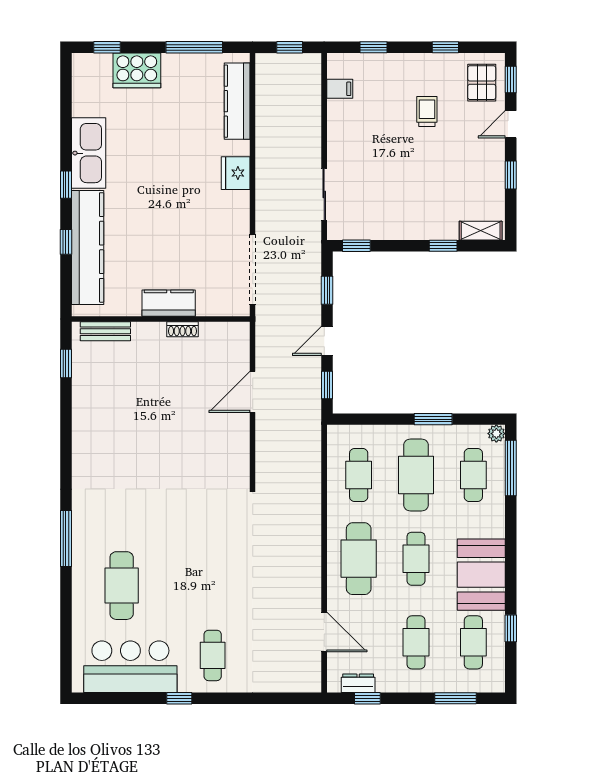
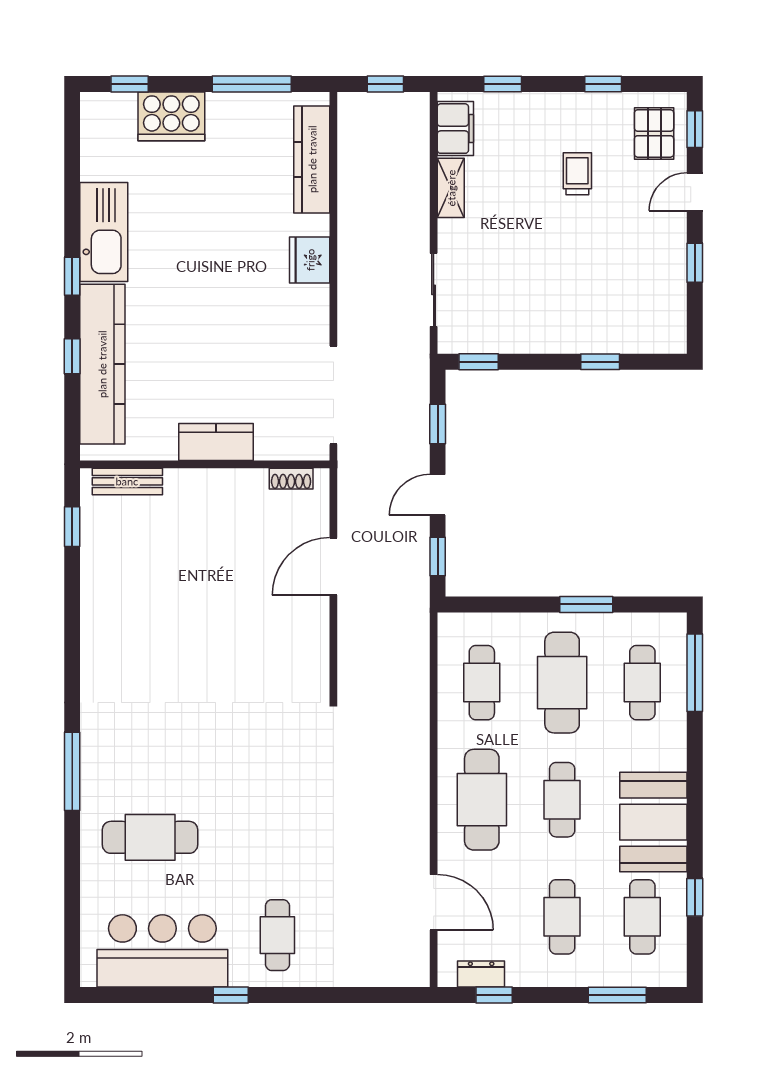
filing cabinet: (340, 89) -> (455, 129), width x2.00
shelving: (481, 231) -> (451, 188), moved, turned 90
shoe rack: (182, 329) -> (291, 479), moved
plant: (496, 434) -> (675, 625), removed
cafe table: (122, 586) -> (150, 837), turned 90

